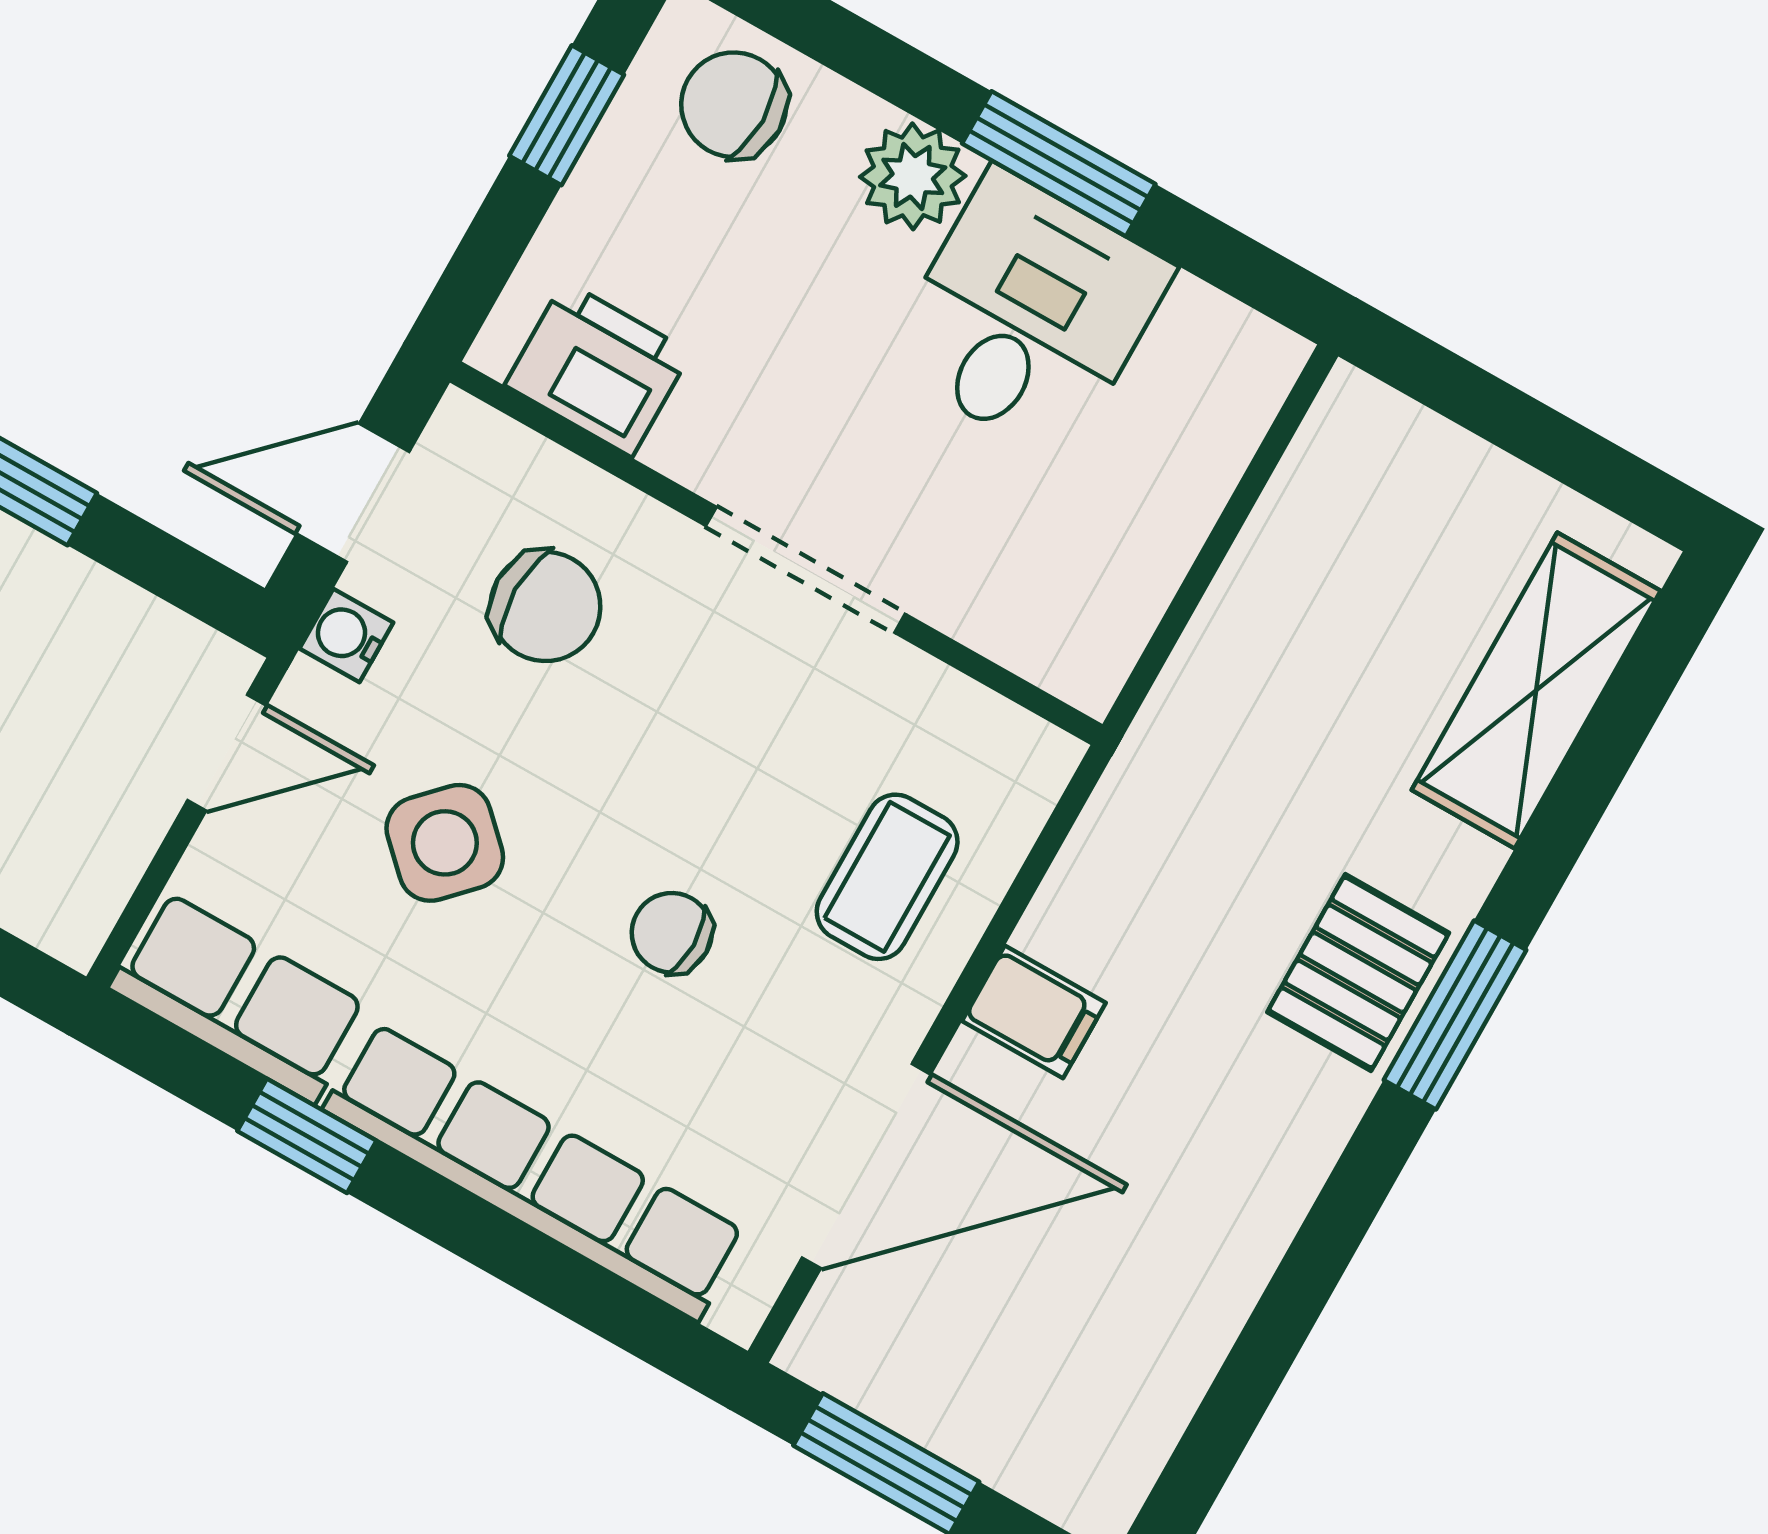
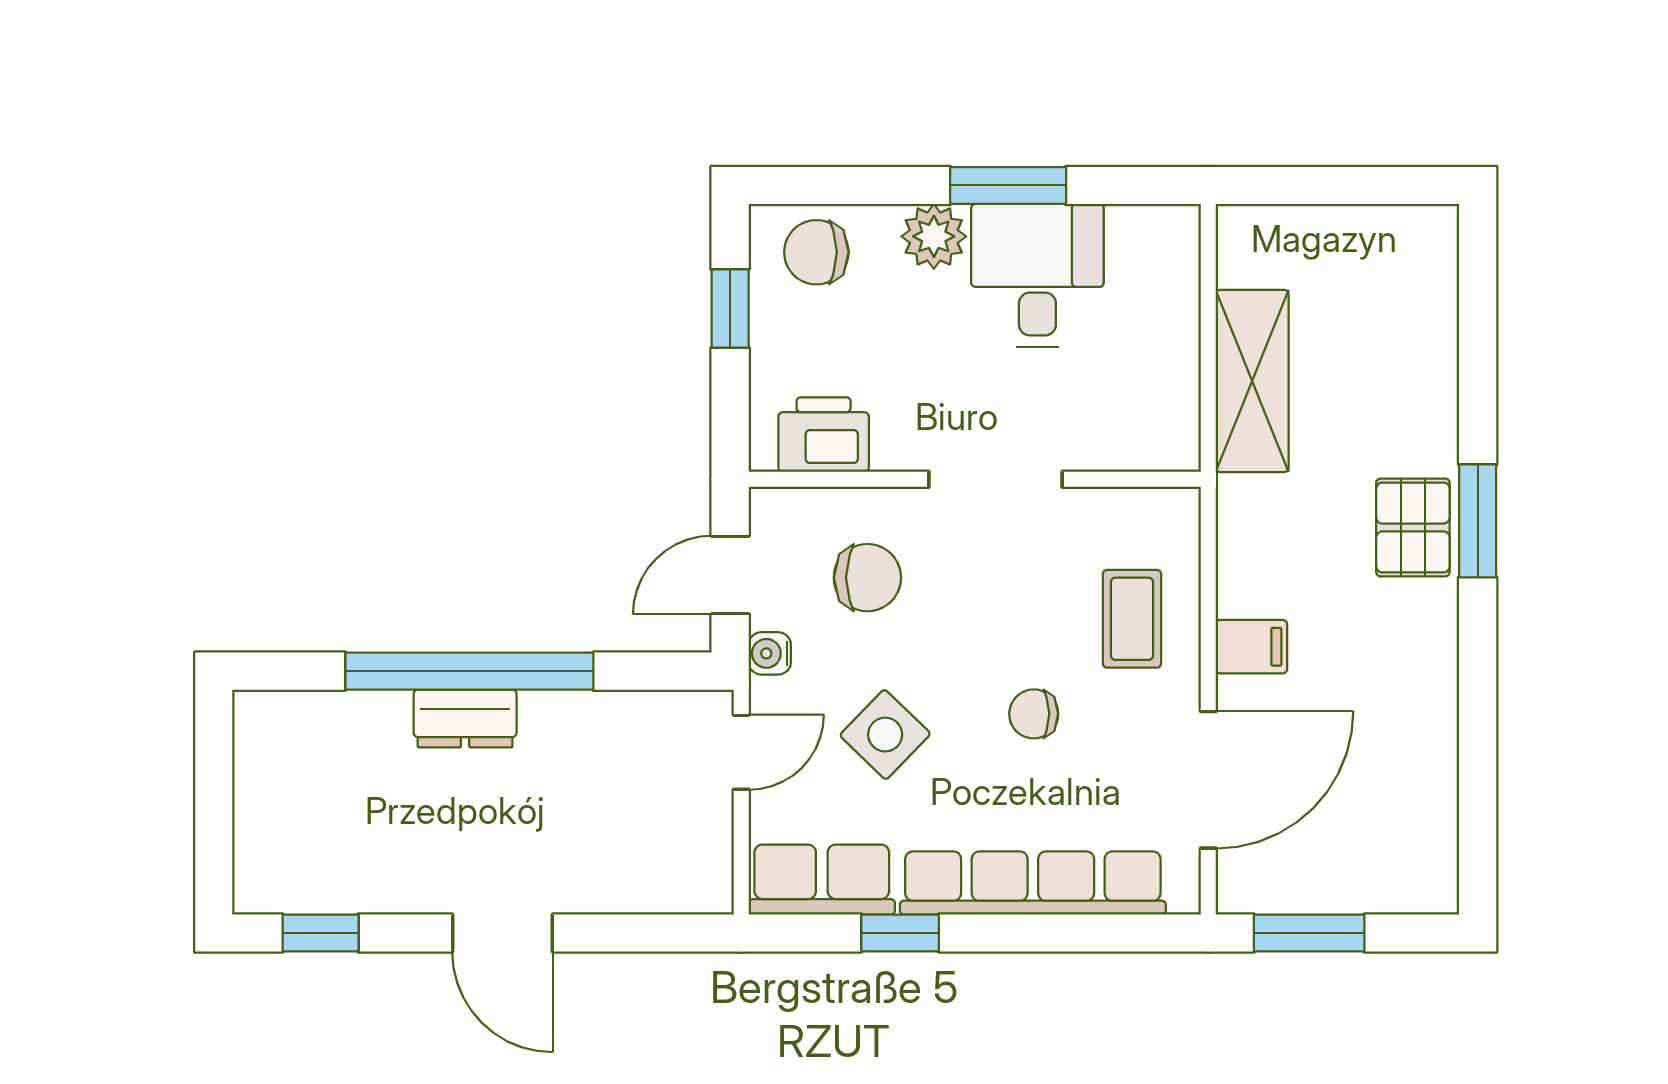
shelving: (1536, 690) -> (1252, 381), moved

